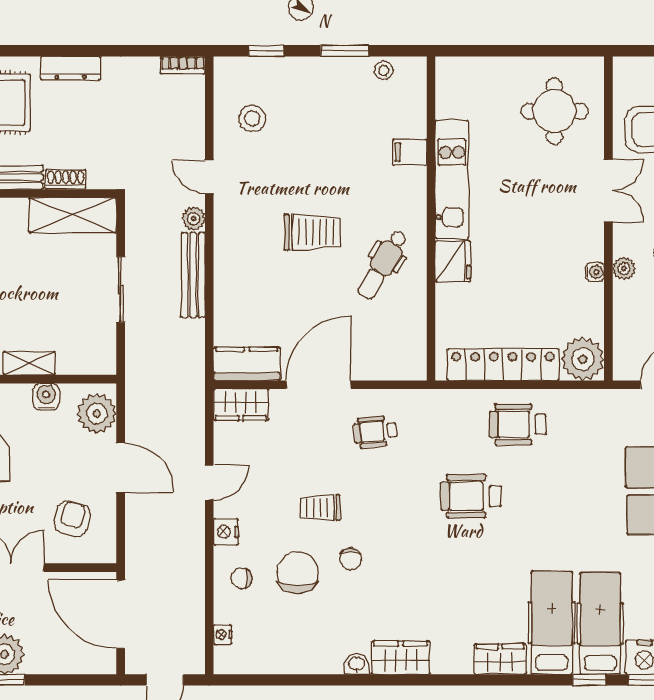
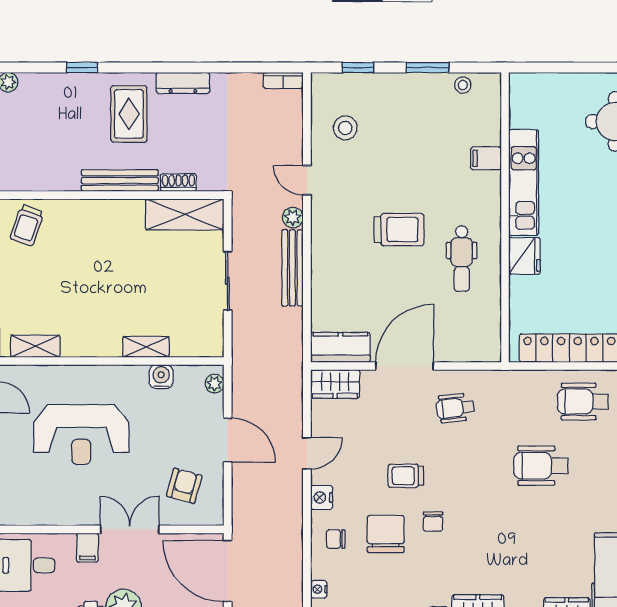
dental chair: (383, 265) -> (462, 259), turned -31
plant: (97, 414) -> (214, 384), width x0.53, depth x0.53

